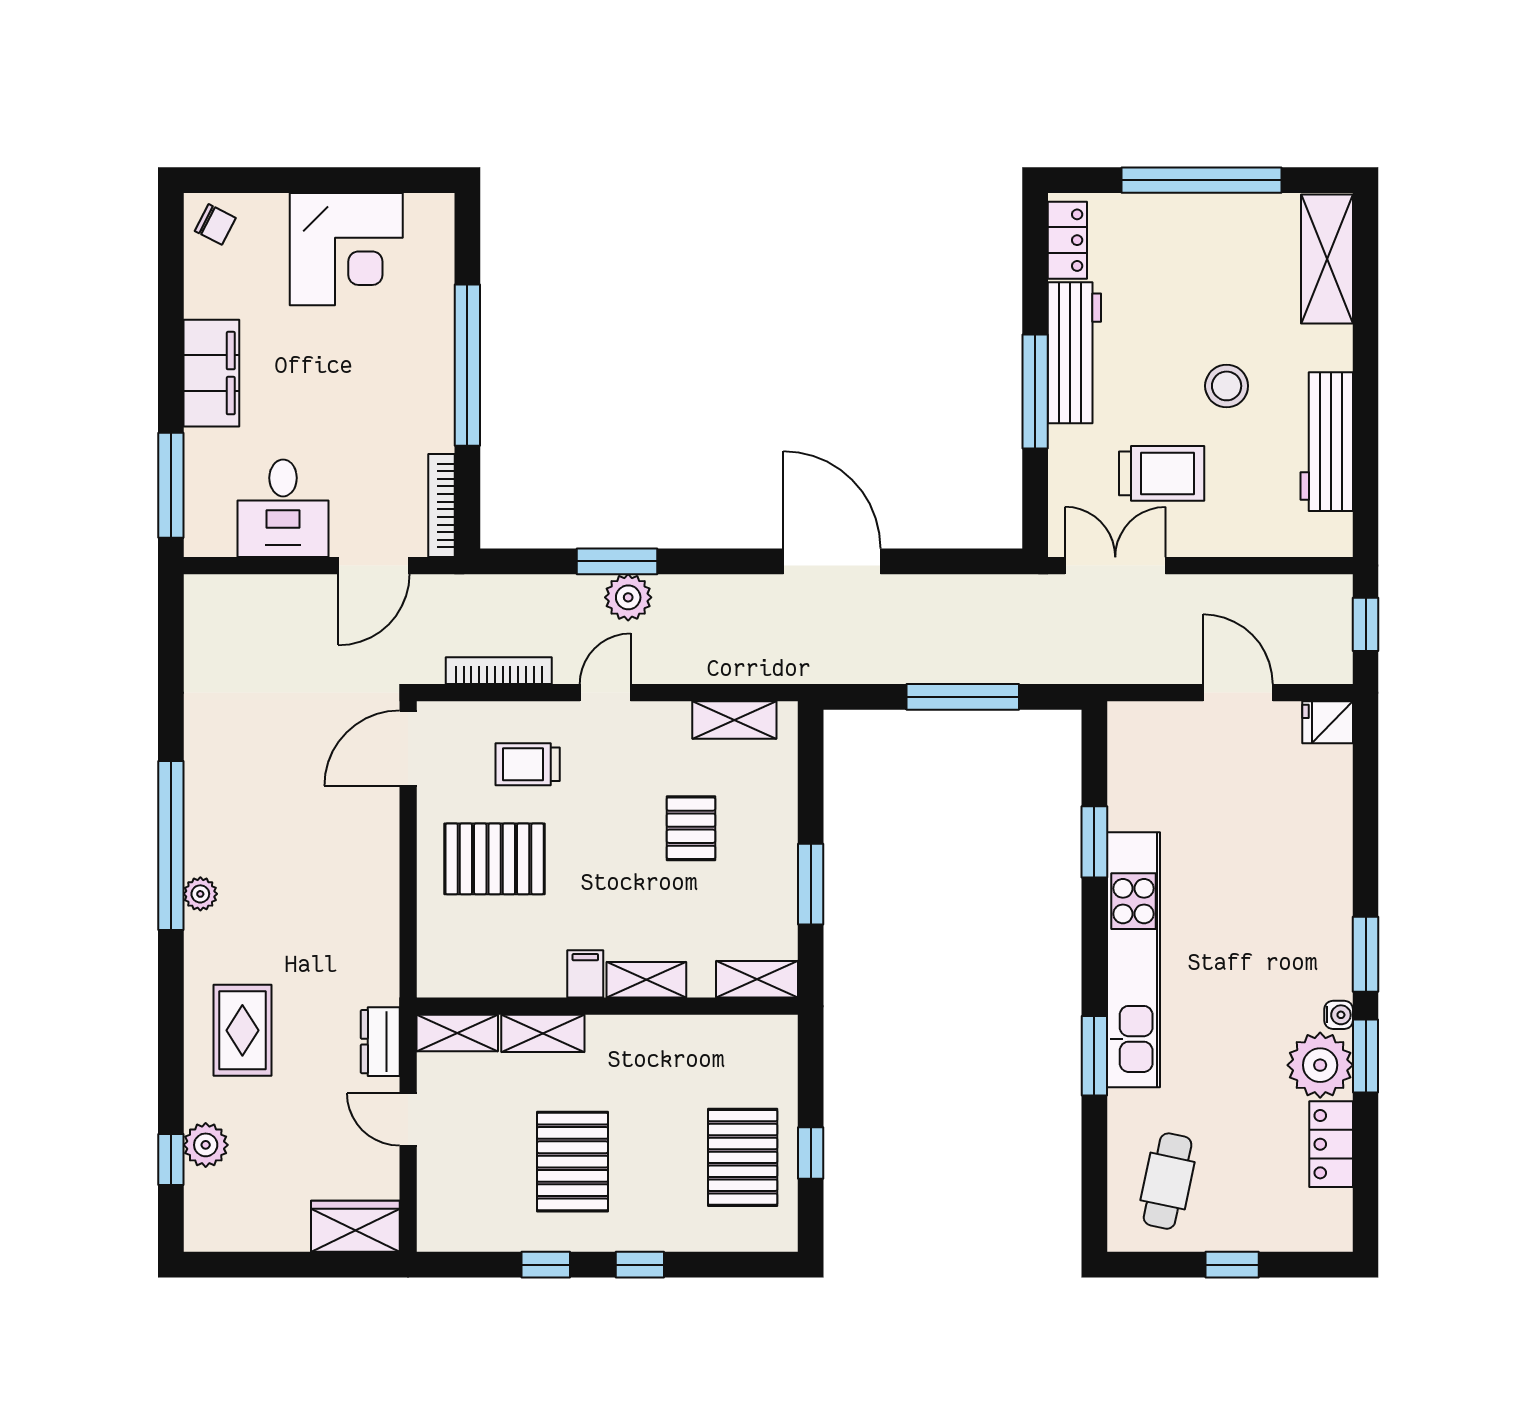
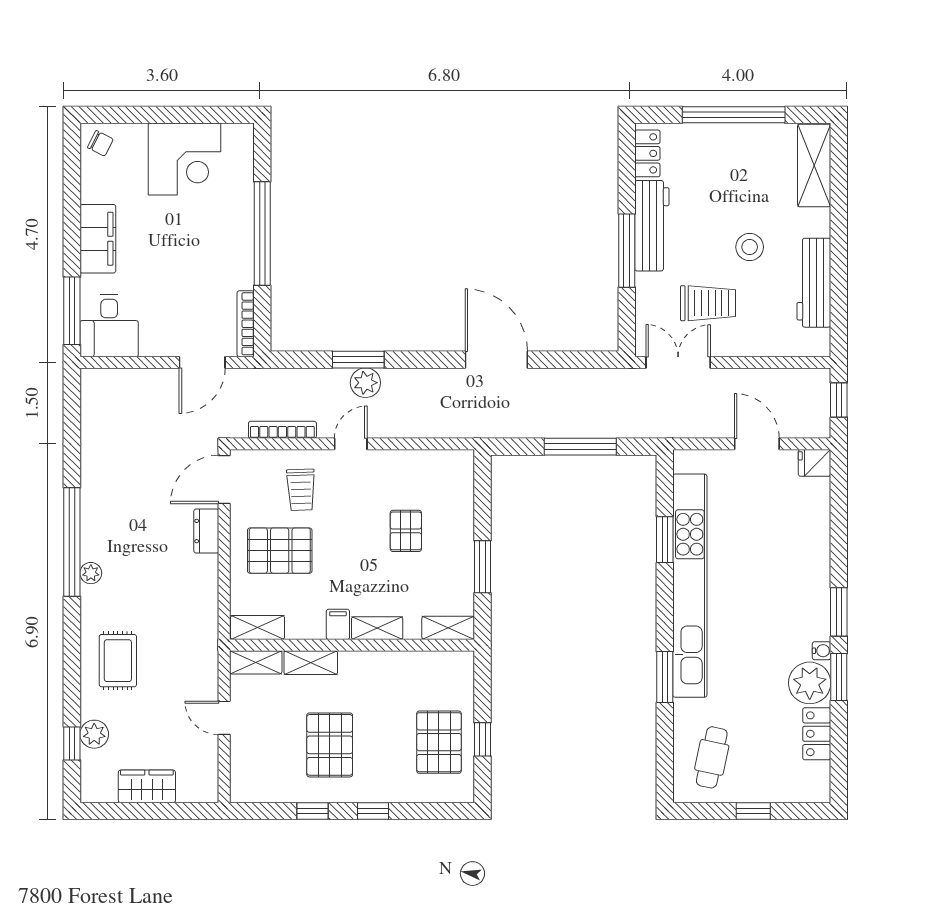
desk: (283, 508) -> (109, 325), moved
shelving: (734, 720) -> (257, 628), moved
trolley: (528, 764) -> (301, 490), turned -92
kitchen unit: (1133, 960) -> (690, 586), width x1.36
dresser: (380, 1042) -> (206, 531), moved
wardrobe: (355, 1226) -> (147, 786), moved

